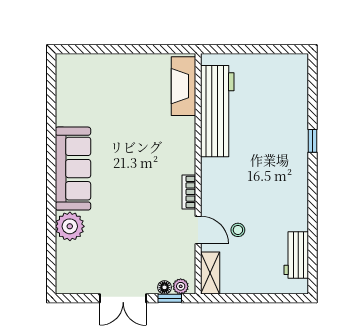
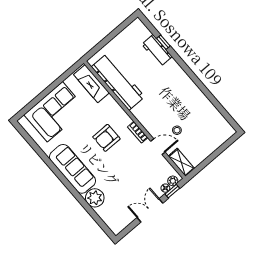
corner sofa: (111, 82) -> (55, 112), added
window: (312, 141) -> (163, 42), moved
armchair: (146, 166) -> (106, 138), added
workbench: (296, 255) -> (157, 50), moved
double door: (123, 298) -> (150, 210), swing flipped

